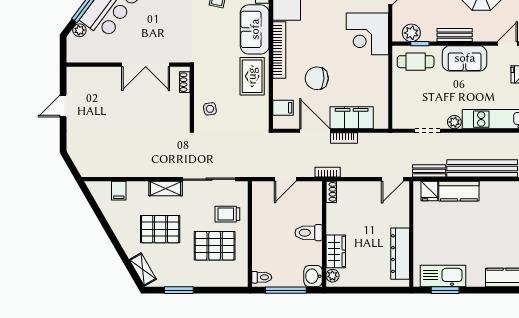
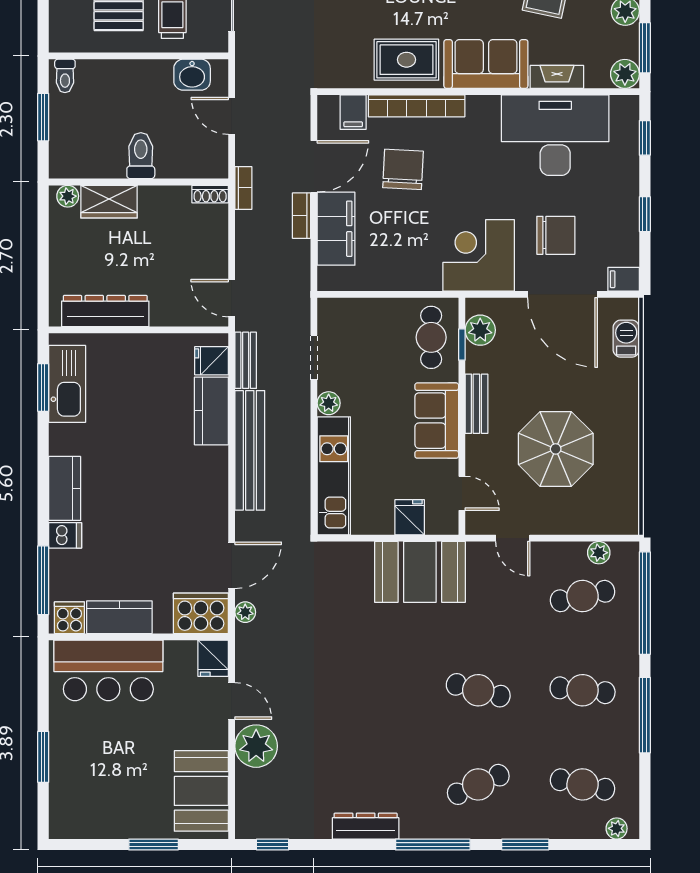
bookcase: (279, 50) -> (417, 106), moved
washbasin: (313, 276) -> (192, 75), moved, turned 180
window: (286, 290) -> (43, 117), width x0.69

